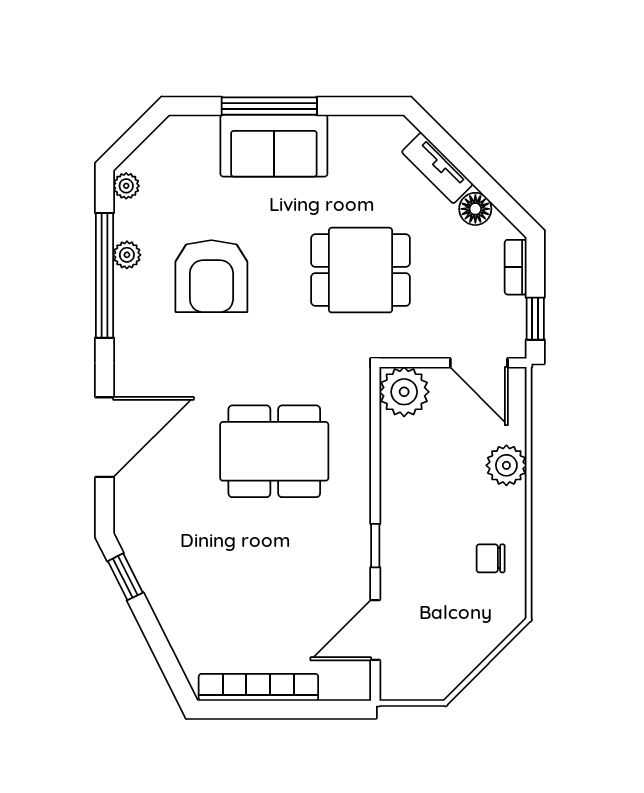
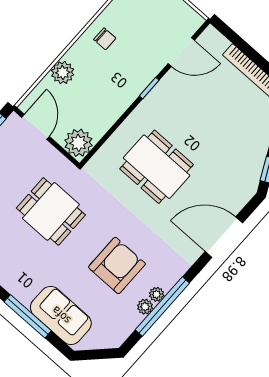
sofa: (274, 146) -> (61, 315), moved
plant: (126, 186) -> (157, 294), moved

